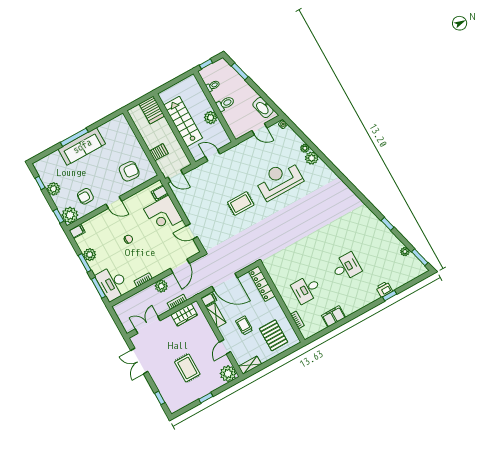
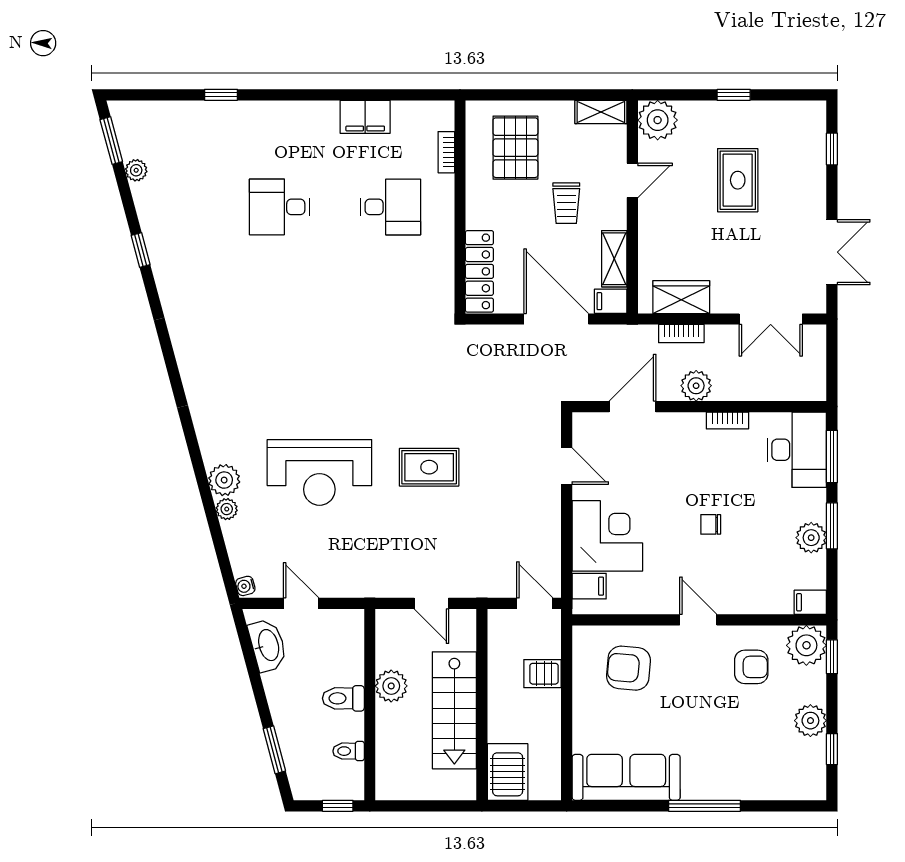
sofa: (82, 146) -> (626, 777), moved
printer: (384, 289) -> (225, 115), removed

